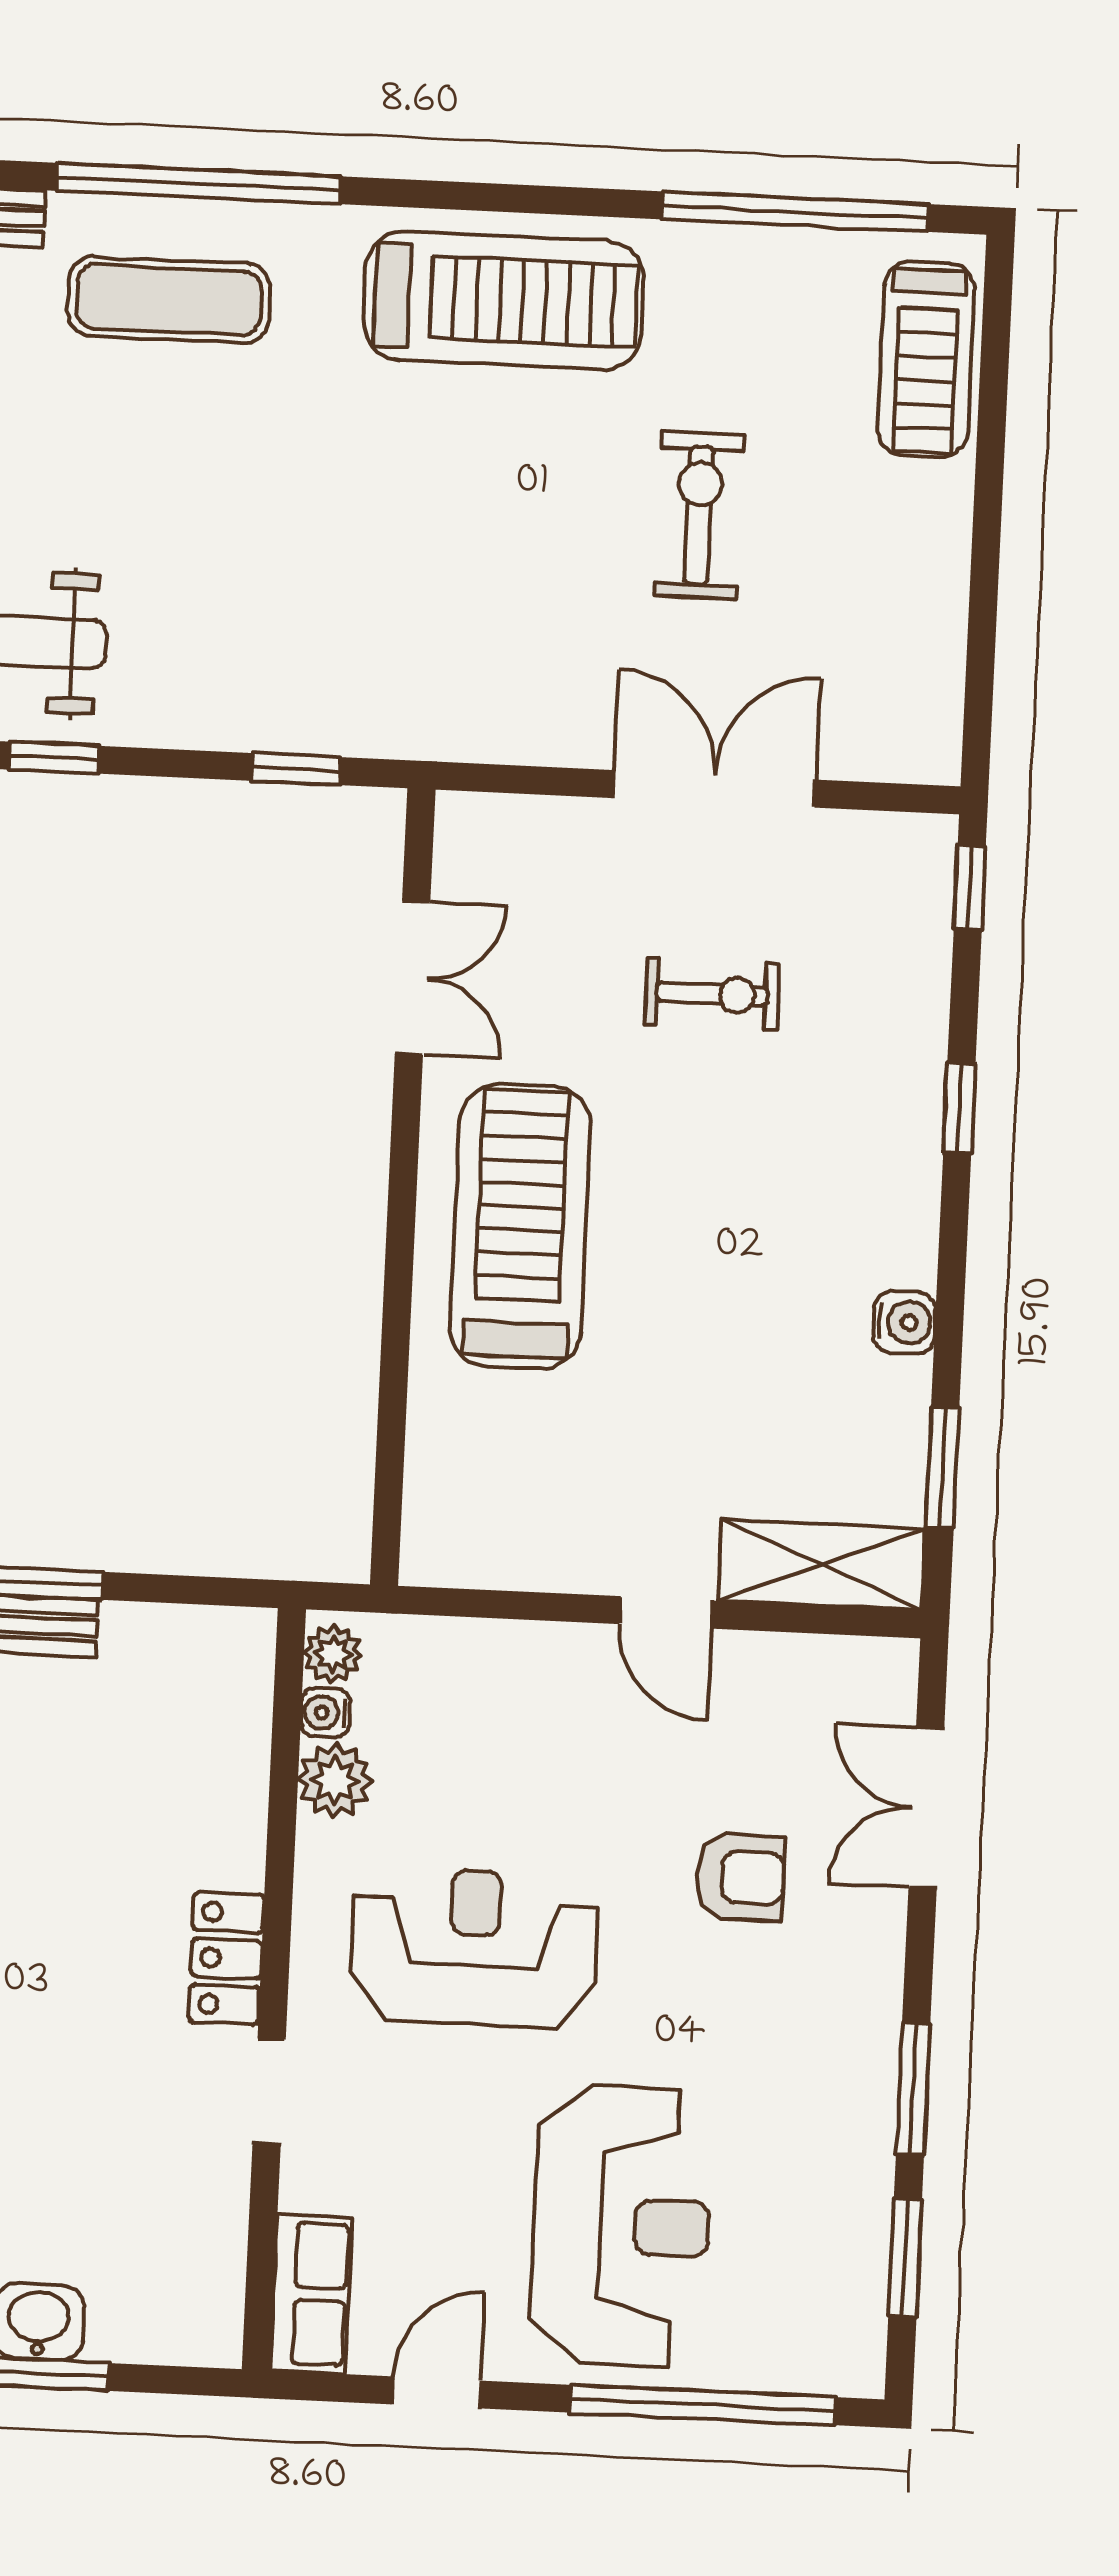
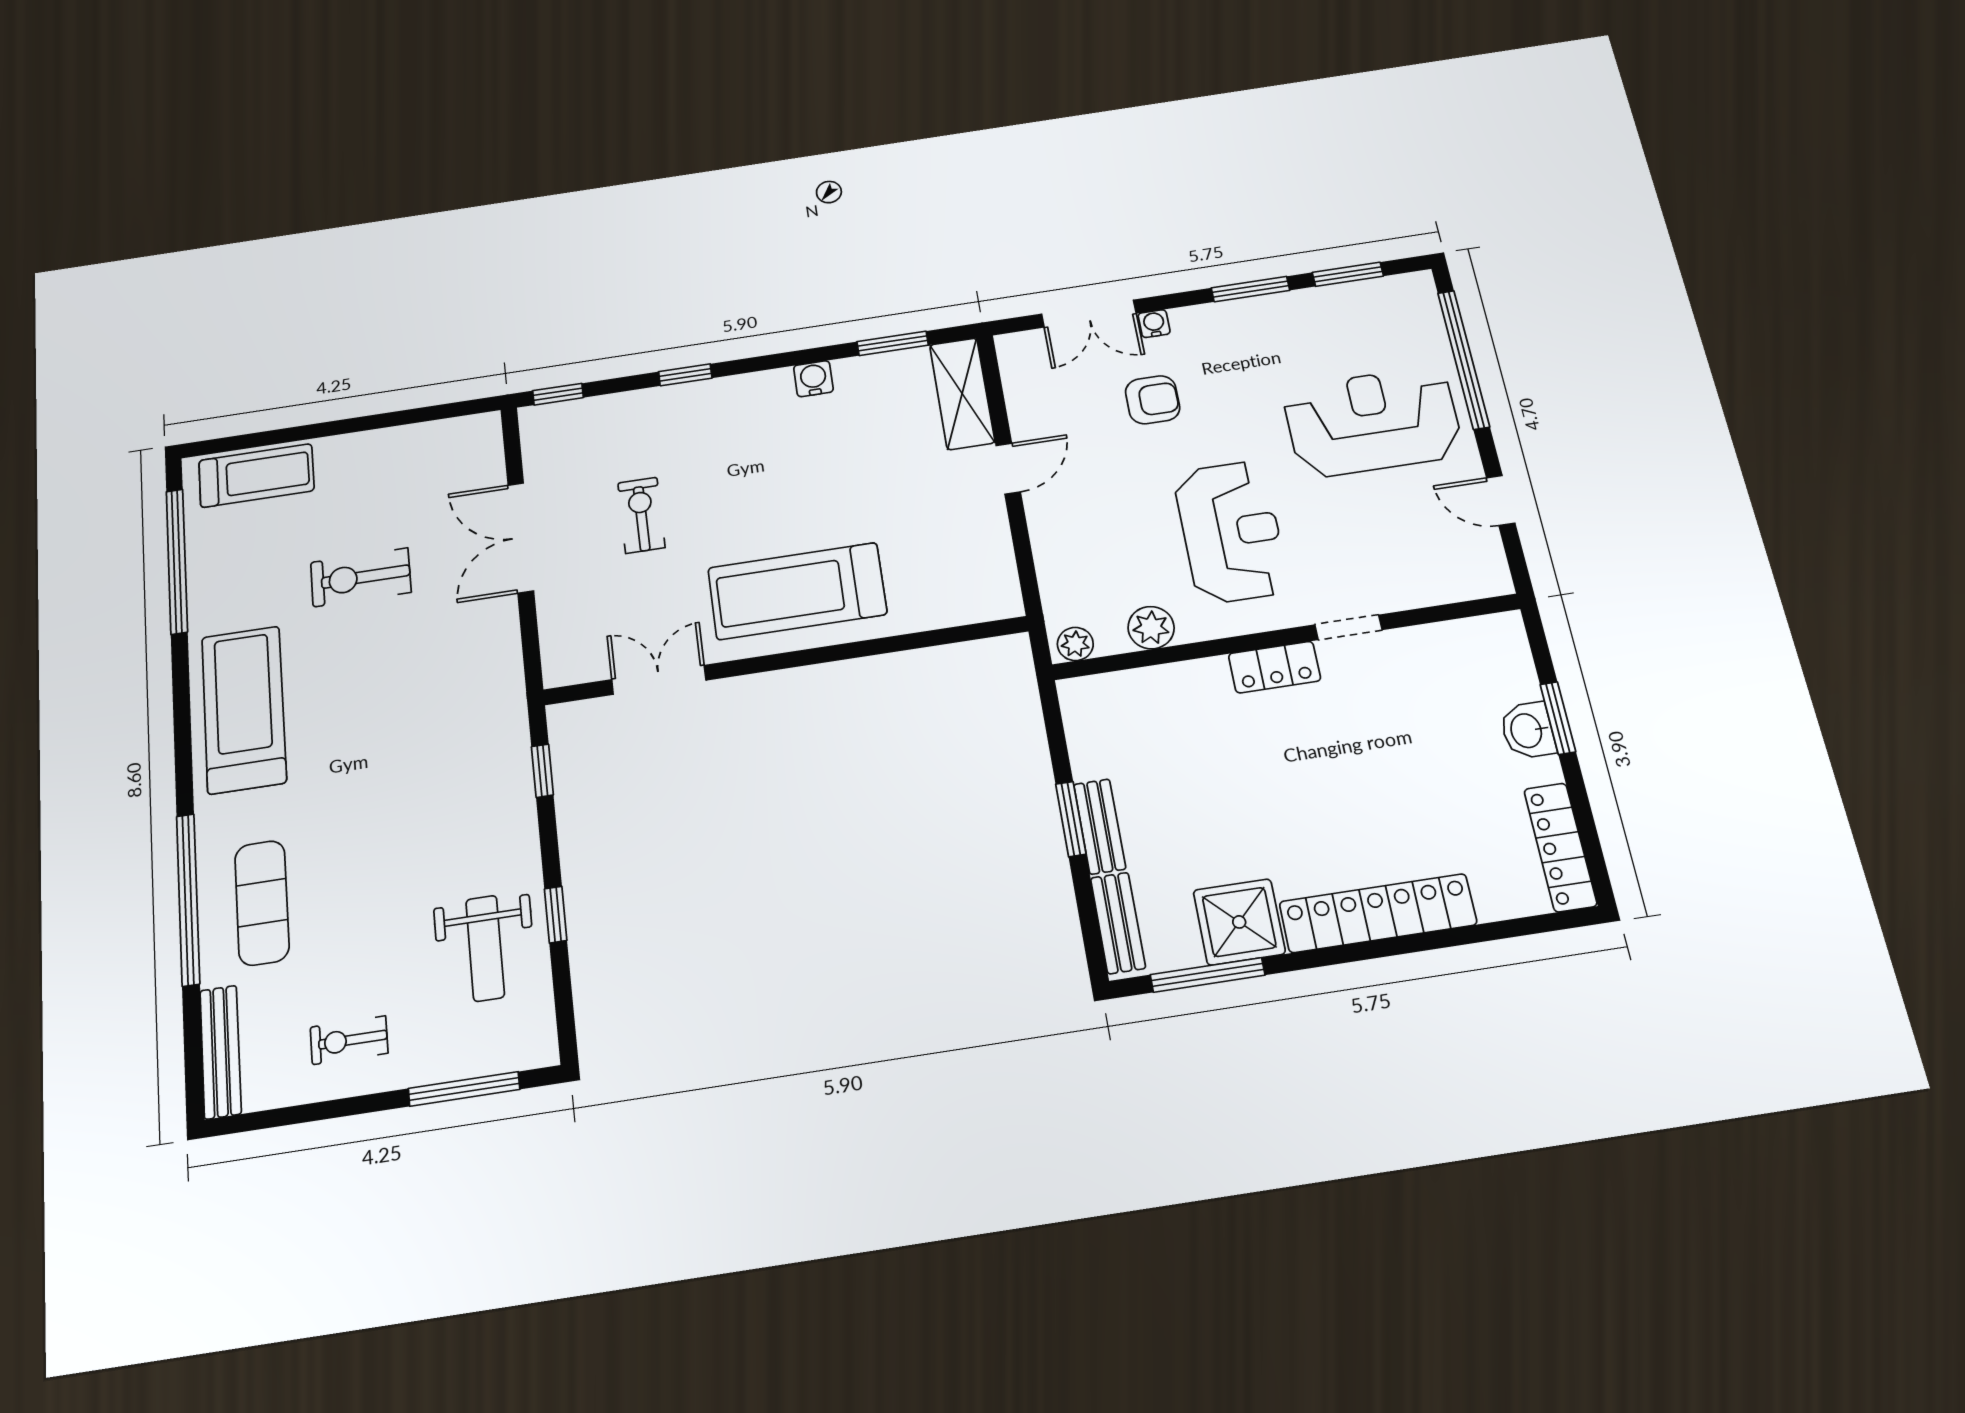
water cooler: (325, 1713) -> (1154, 324), moved, turned 180
armchair: (741, 1877) -> (1153, 400), turned 90
reception desk: (474, 1947) -> (1231, 532), turned 180
row of seats: (311, 2294) -> (1463, 580), removed

